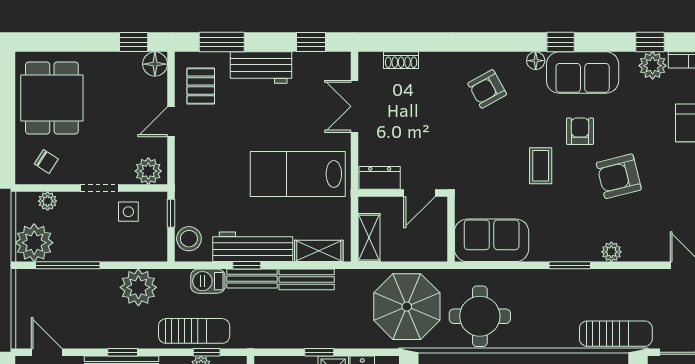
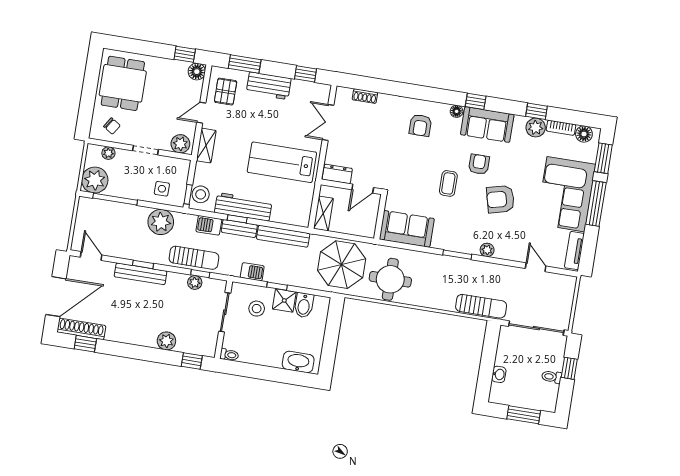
armchair: (487, 89) -> (420, 125), turned -61
side table: (128, 212) -> (162, 189), moved
window: (171, 213) -> (188, 194), moved
shelving: (319, 251) -> (206, 146), moved, turned 90
bench: (307, 279) -> (283, 236), width x1.36
barbecue: (281, 337) -> (252, 272), added

